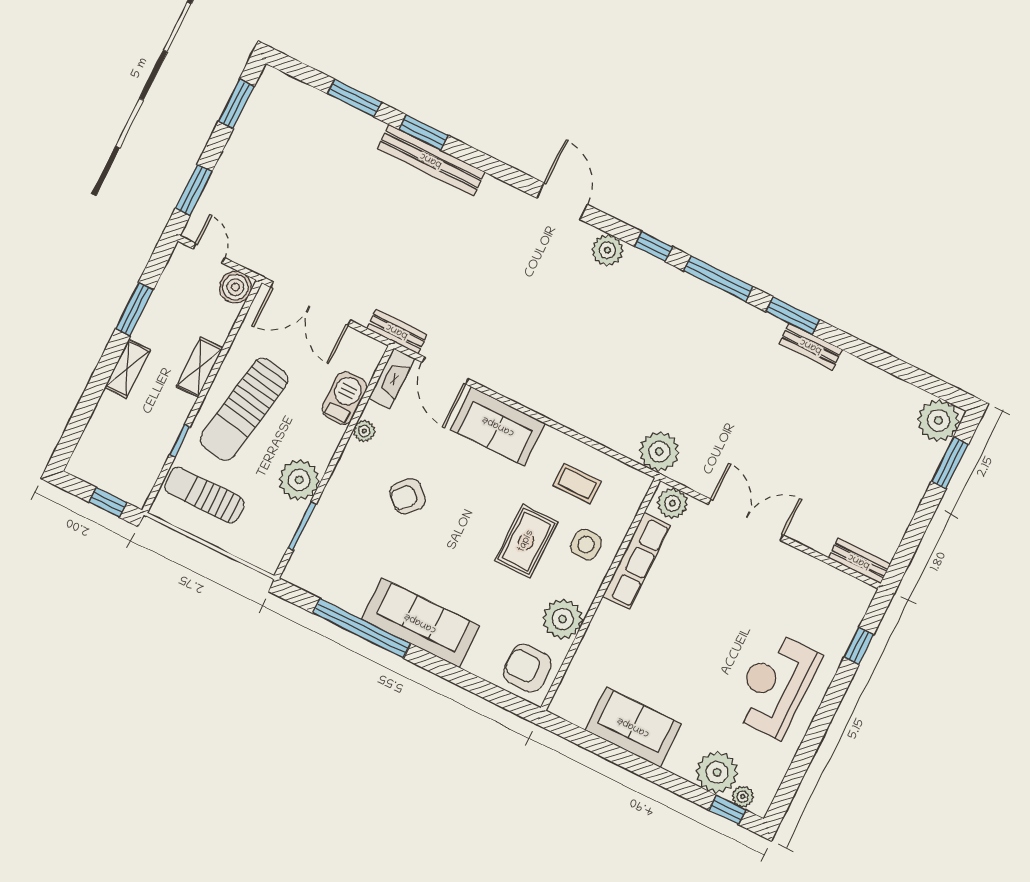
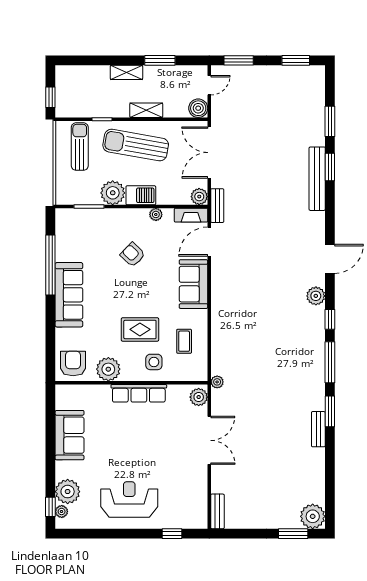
plant: (370, 352) -> (199, 197), added
barbecue: (344, 398) -> (141, 195), moved
plant: (659, 452) -> (217, 382), width x0.53, depth x0.53
row of seats: (637, 561) -> (139, 393), moved

